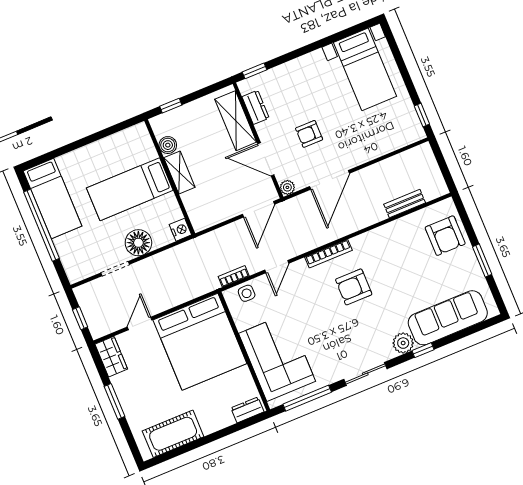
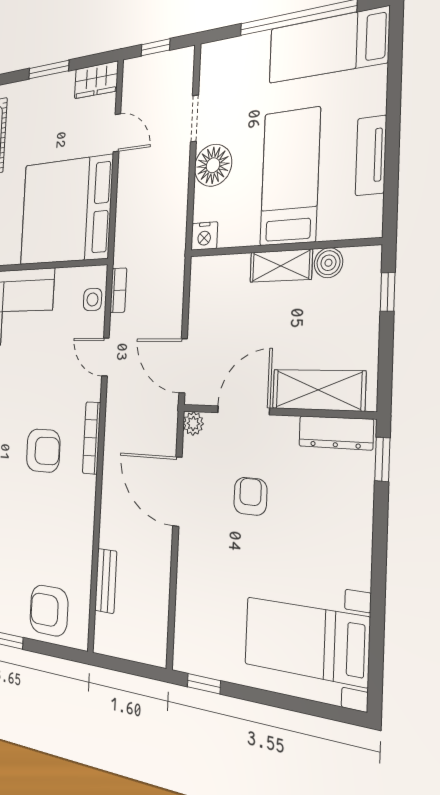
dresser: (256, 107) -> (336, 433), width x1.44
tv unit: (104, 146) -> (371, 156), added
armchair: (354, 287) -> (43, 451), turned 90

